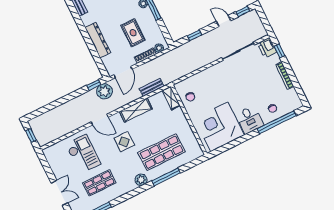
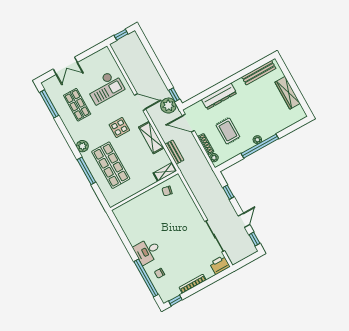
rug: (133, 33) -> (228, 131), turned 90
window: (279, 51) -> (175, 300), moved
door: (100, 120) -> (140, 102), swing flipped
corner desk: (219, 127) -> (139, 221), removed

